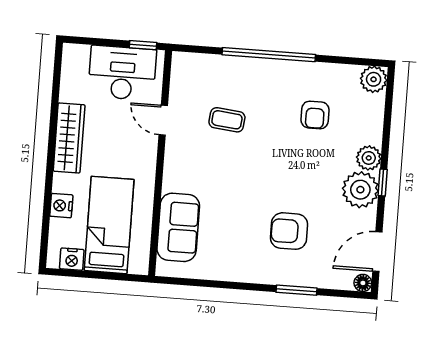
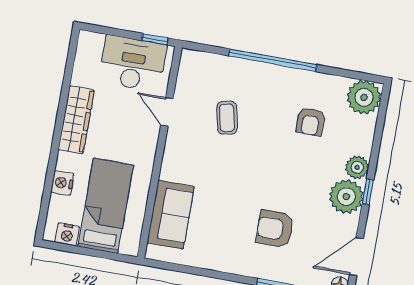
plant: (374, 79) -> (364, 97), width x1.36, depth x1.36
coffee table: (227, 120) -> (227, 118), turned 72

